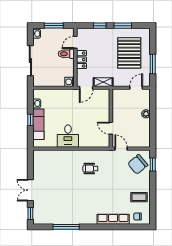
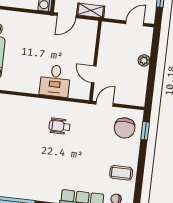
desk: (68, 136) -> (55, 81), moved
door: (121, 149) -> (105, 104), hinge flipped
chair: (138, 164) -> (125, 128), turned -50

